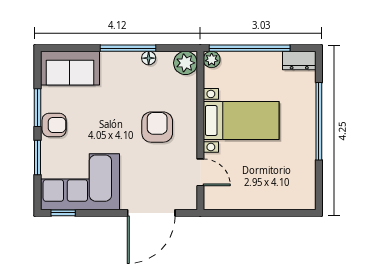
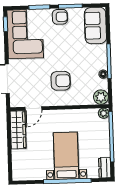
bed with nightstands: (241, 120) -> (66, 156), moved, turned 180
armchair: (54, 125) -> (60, 17), turned -90
wardrobe: (234, 198) -> (18, 130), added

